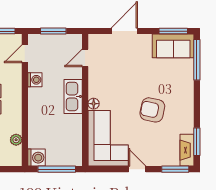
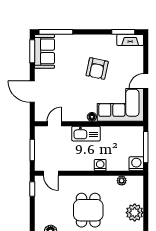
door: (85, 58) -> (54, 124), swing flipped
washing machine: (35, 80) -> (100, 165), moved
window: (175, 169) -> (146, 50), removed

